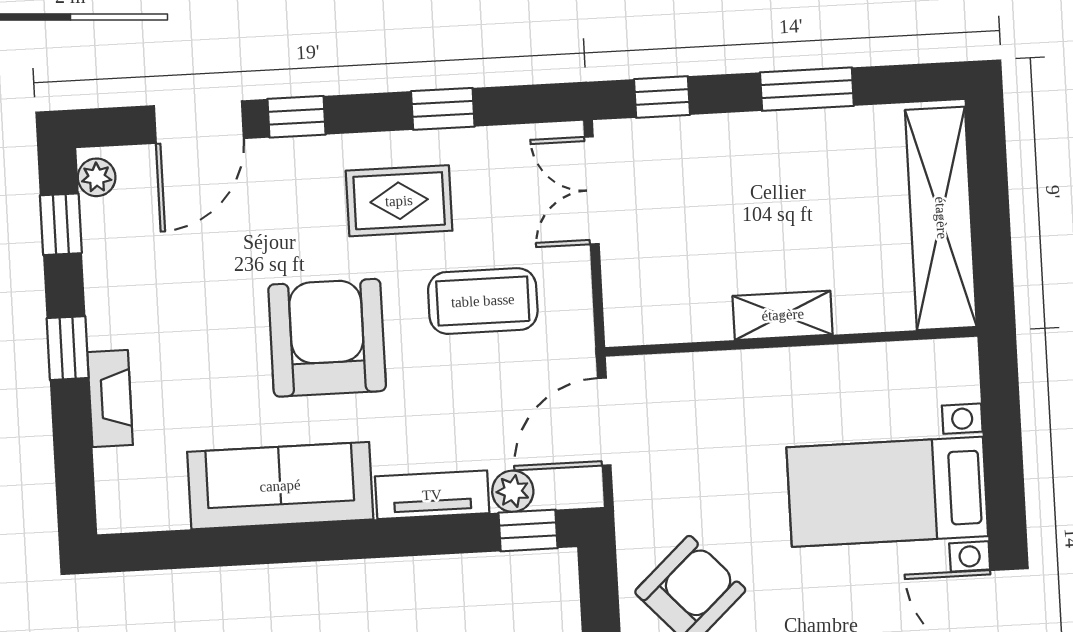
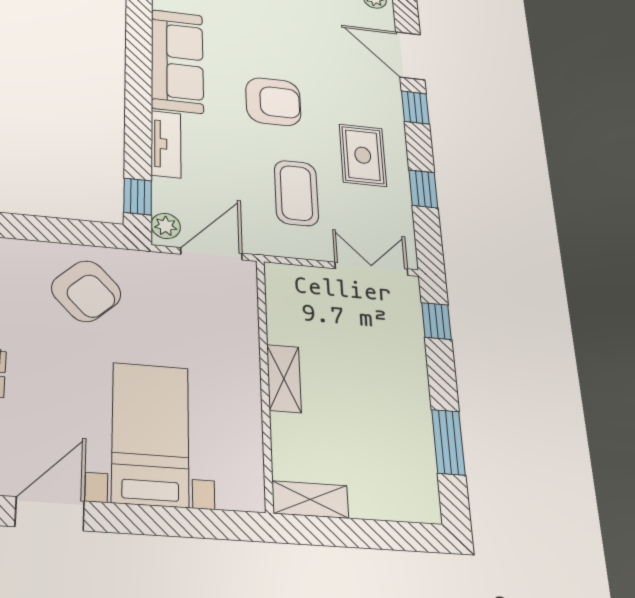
window: (807, 89) -> (448, 442), moved
shelving: (941, 218) -> (310, 500), width x0.45, depth x0.75
armchair: (327, 338) -> (273, 102), width x0.73, depth x0.73
door: (604, 422) -> (211, 254), hinge flipped
plant: (513, 491) -> (166, 226), moved

